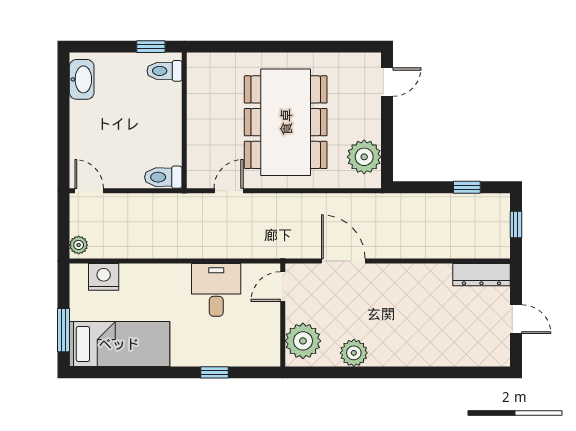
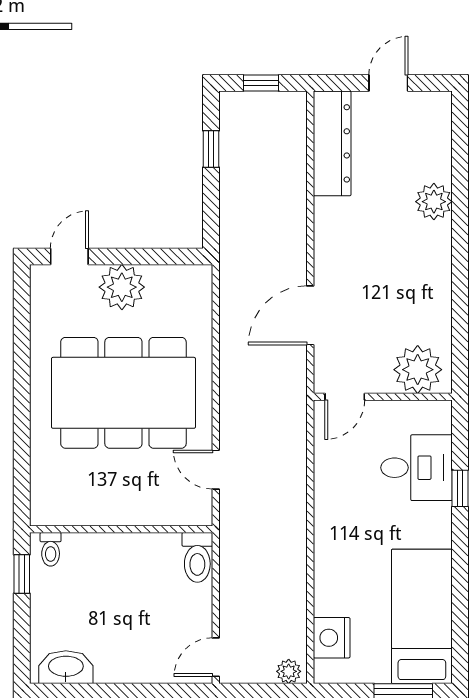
toilet: (165, 71) -> (51, 549), width x0.73, depth x0.72
door: (387, 82) -> (69, 256), hinge flipped
plant: (364, 157) -> (122, 287), moved
dresser: (481, 275) -> (332, 143), width x1.37, depth x1.24
door: (283, 287) -> (345, 397), hinge flipped
desk: (216, 290) -> (417, 468), moved, turned 180
plant: (354, 353) -> (434, 202), moved

